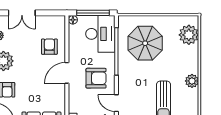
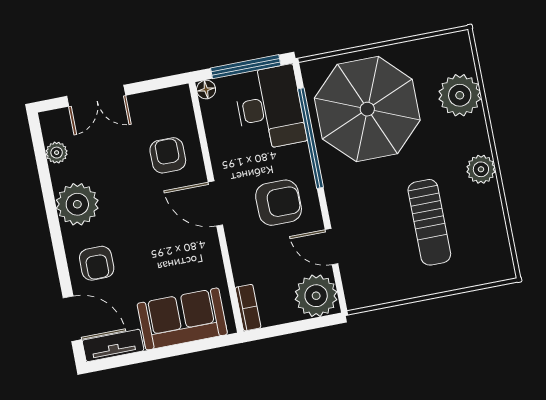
plant: (189, 35) -> (460, 95), moved
parasol: (145, 43) -> (367, 109), width x1.36, depth x1.36
door: (67, 73) -> (215, 204), hinge flipped

